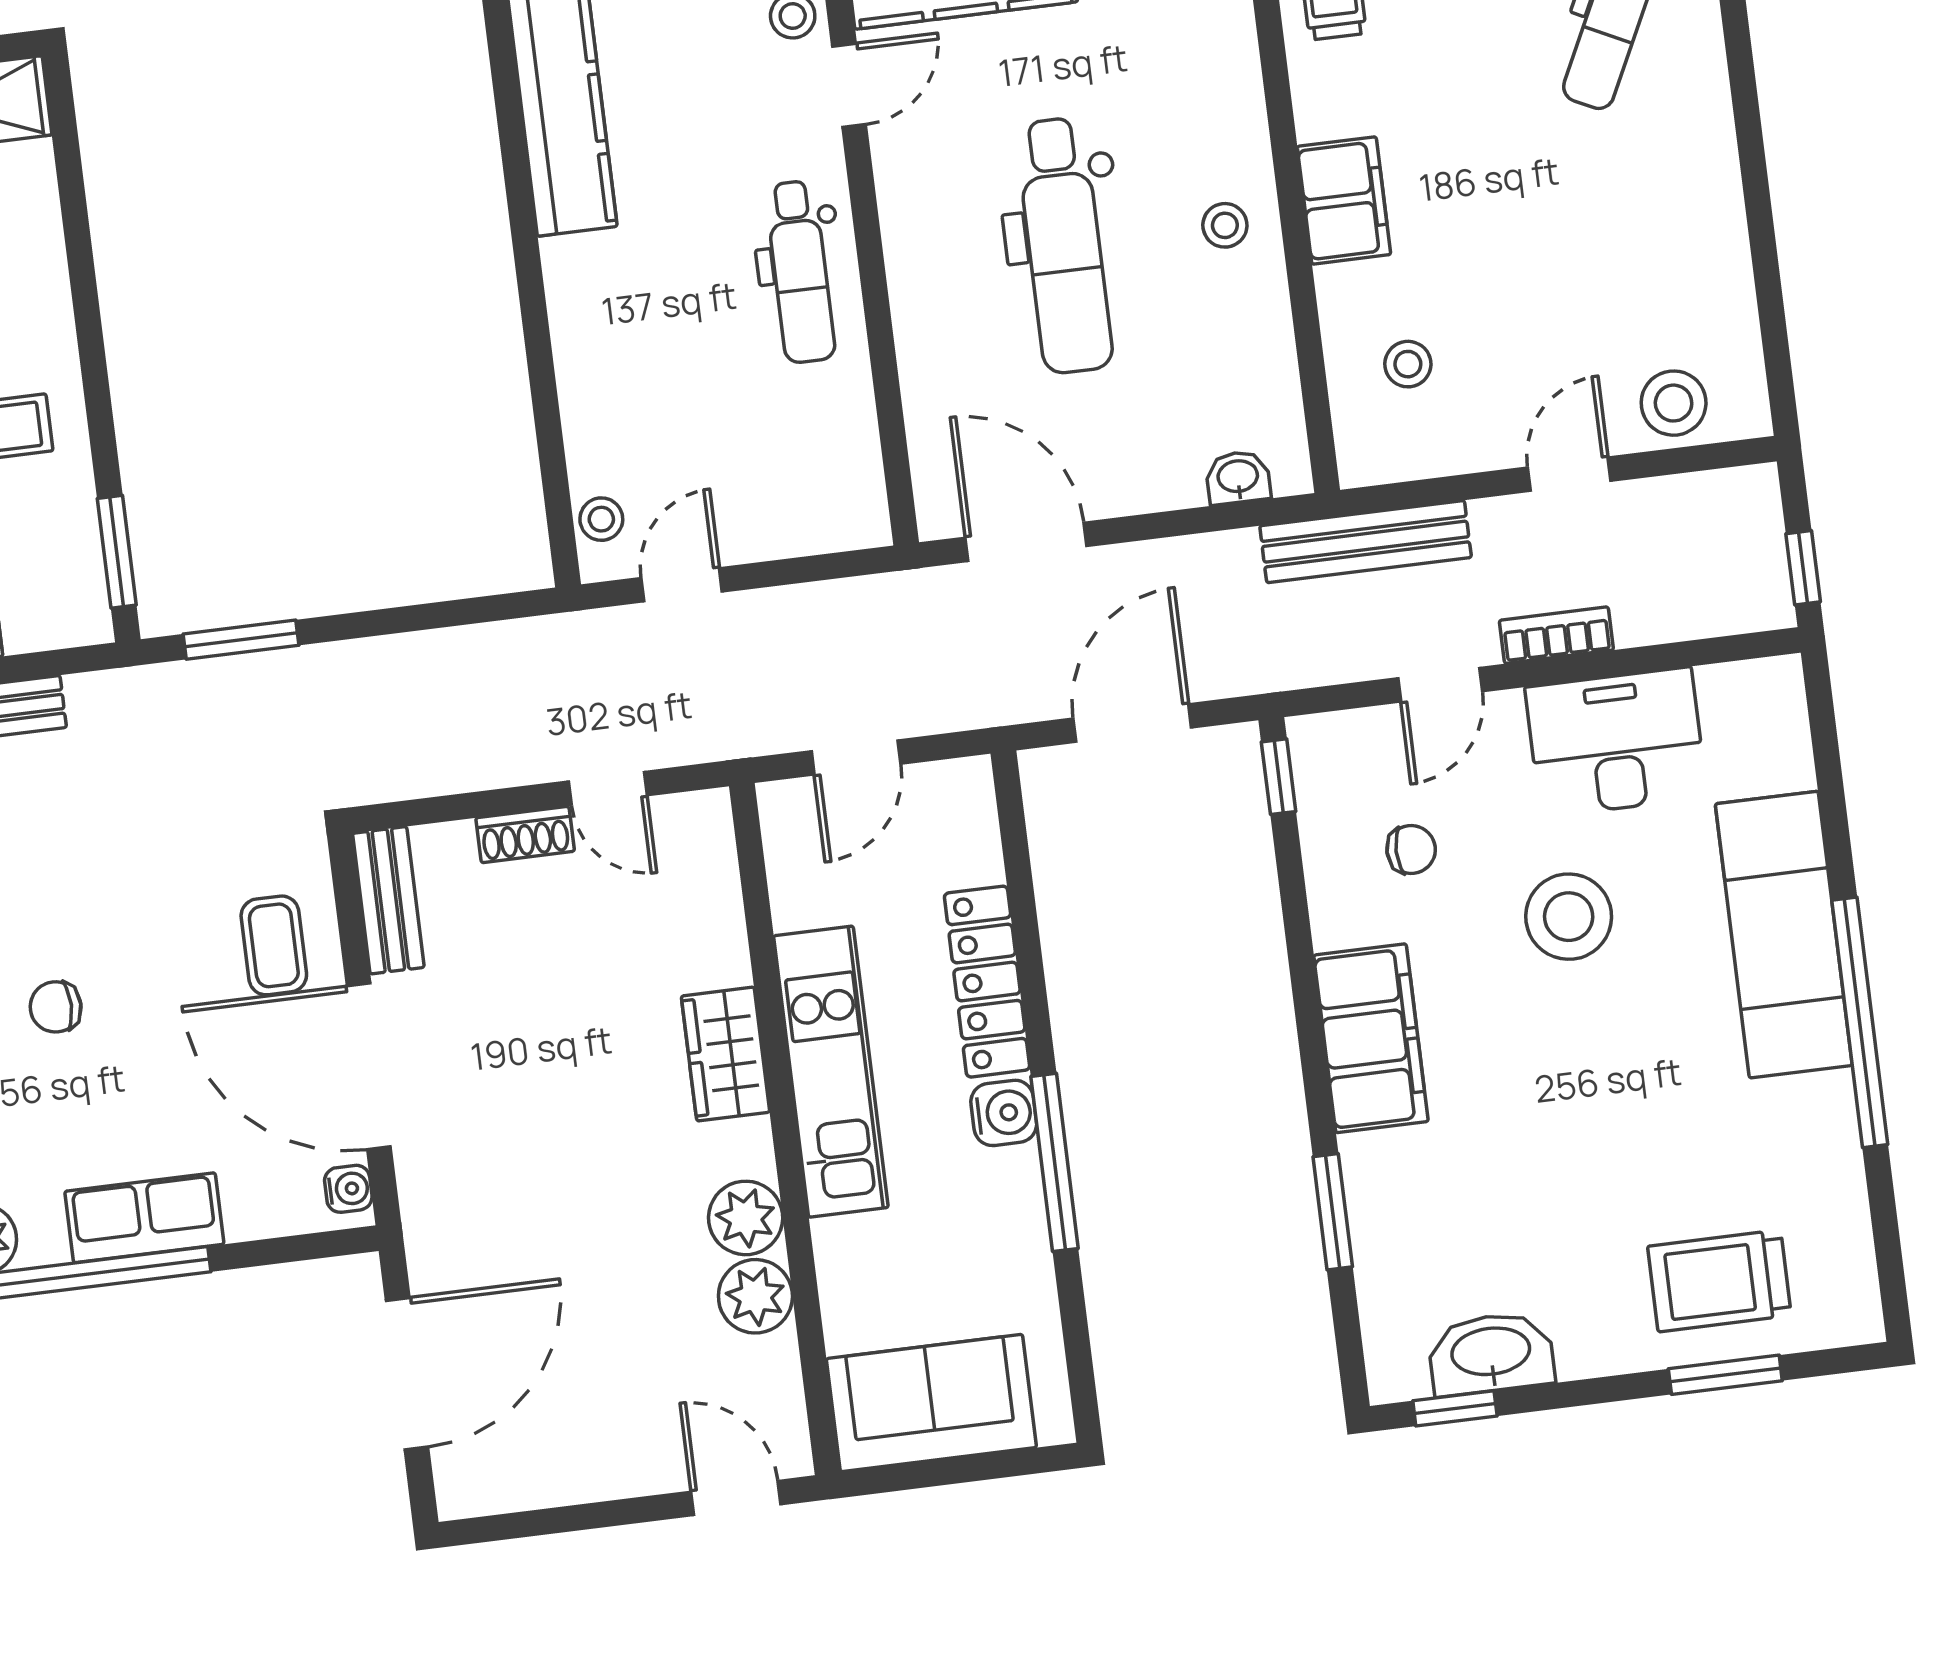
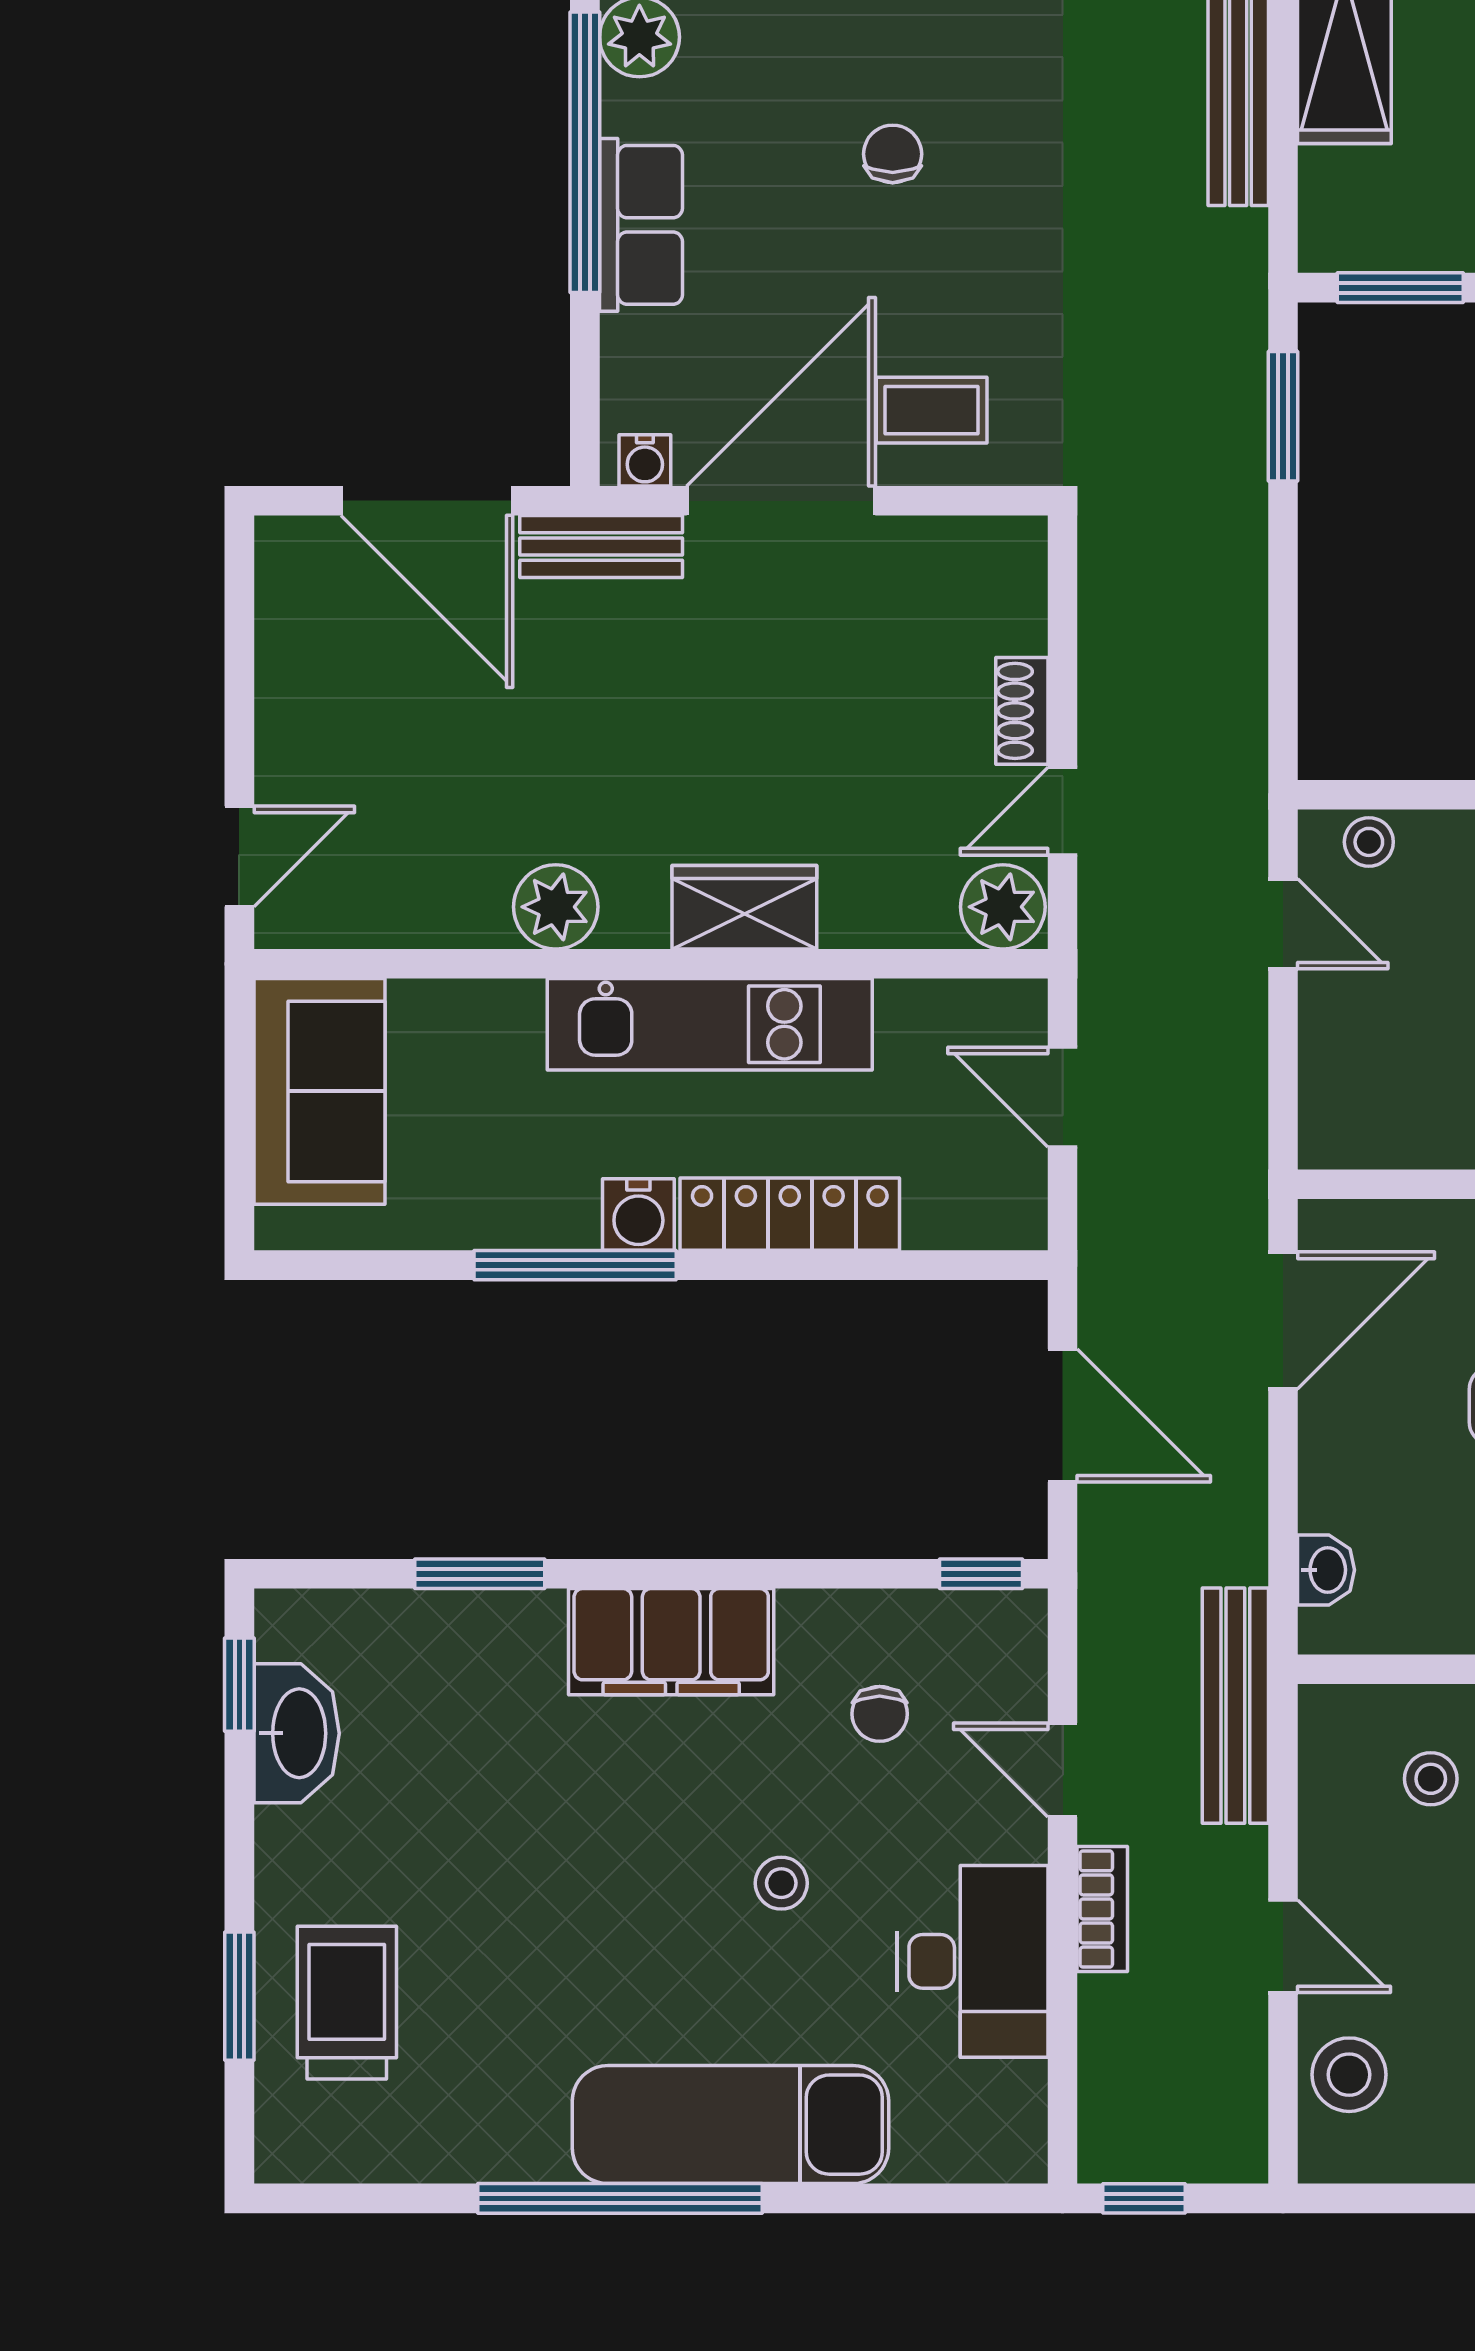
bench: (388, 900) -> (601, 547), moved
stool: (1569, 917) -> (781, 1883), width x0.53, depth x0.53
plant: (755, 1296) -> (1003, 907), moved

